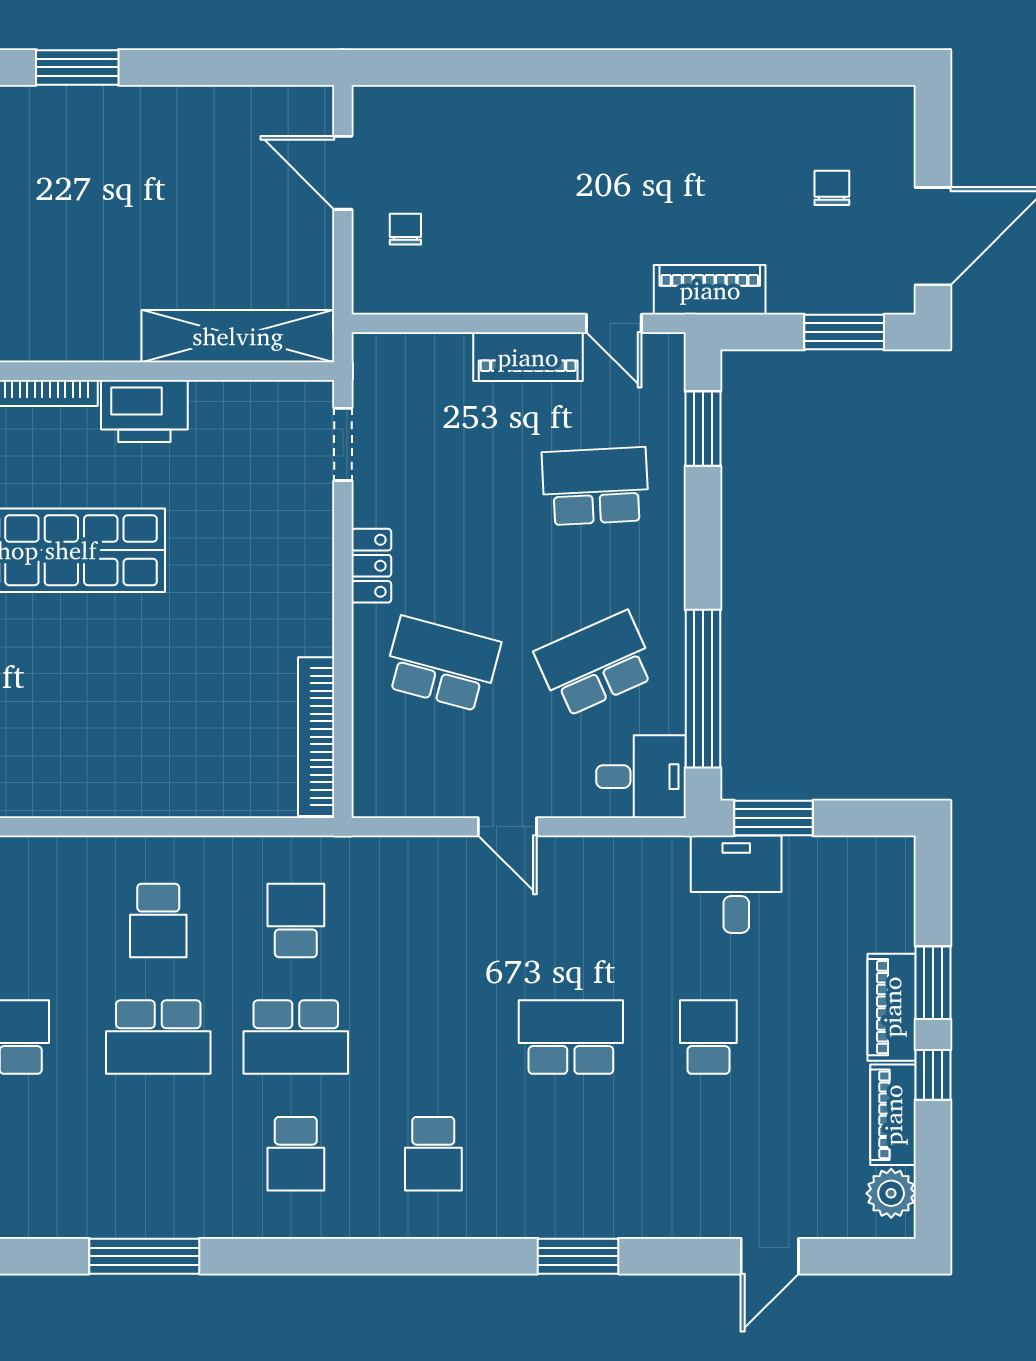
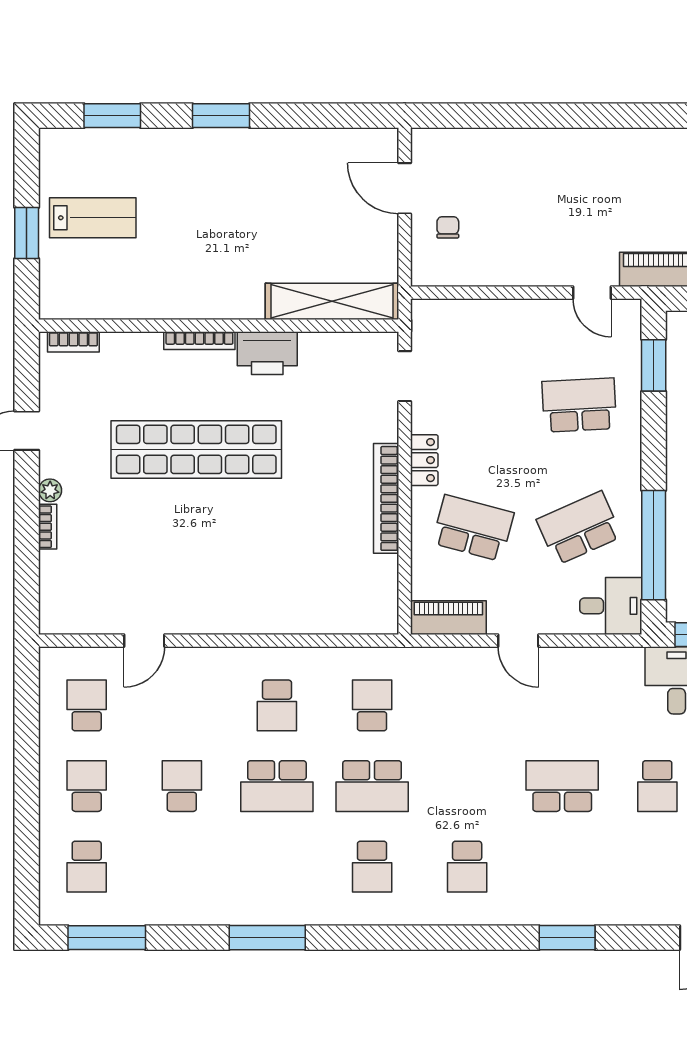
piano: (528, 357) -> (448, 618), moved, turned 180
bookcase: (316, 737) -> (386, 498), moved
school desk: (708, 1037) -> (657, 786), turned 180

